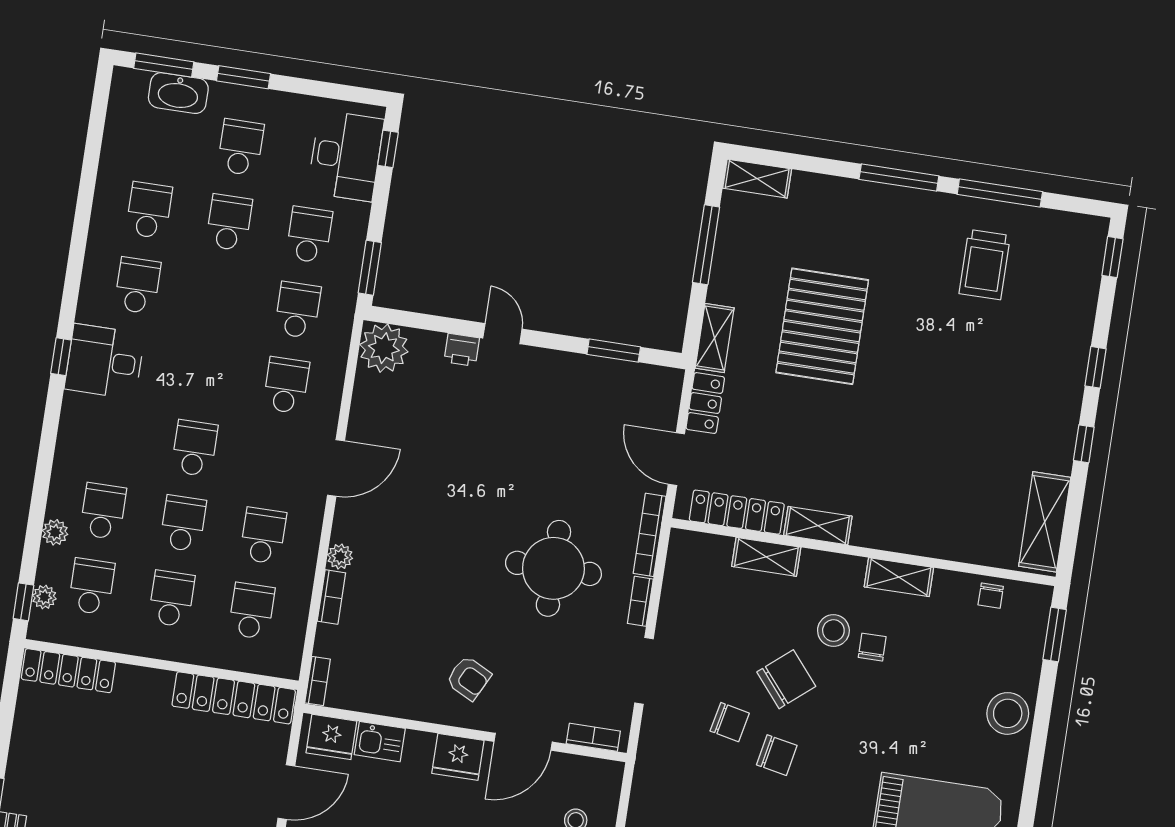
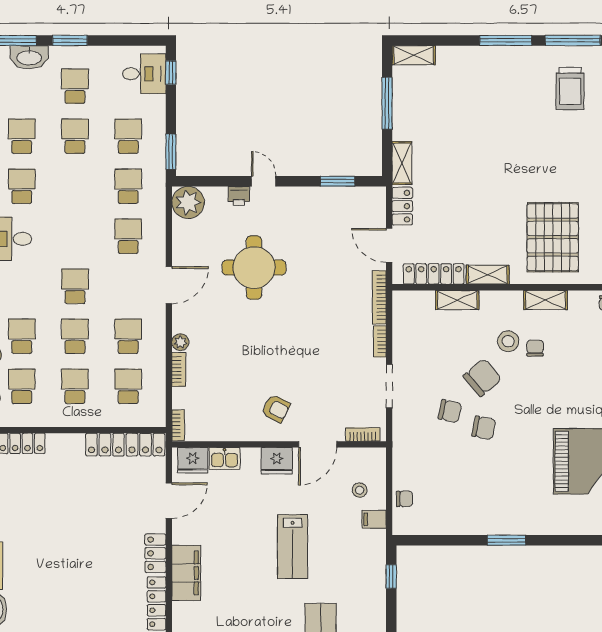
desk: (346, 156) -> (144, 74), width x0.73
pallet: (822, 326) -> (553, 237), moved
round table: (553, 568) -> (254, 268), moved

